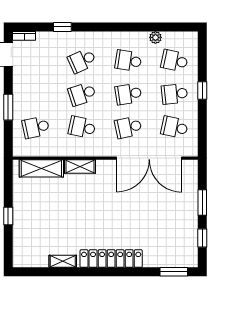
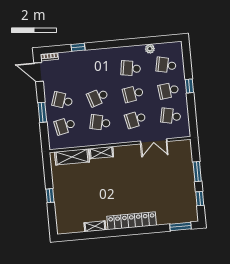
school desk: (82, 61) -> (62, 100), moved, turned 42
double door: (149, 158) -> (154, 141), width x0.54

